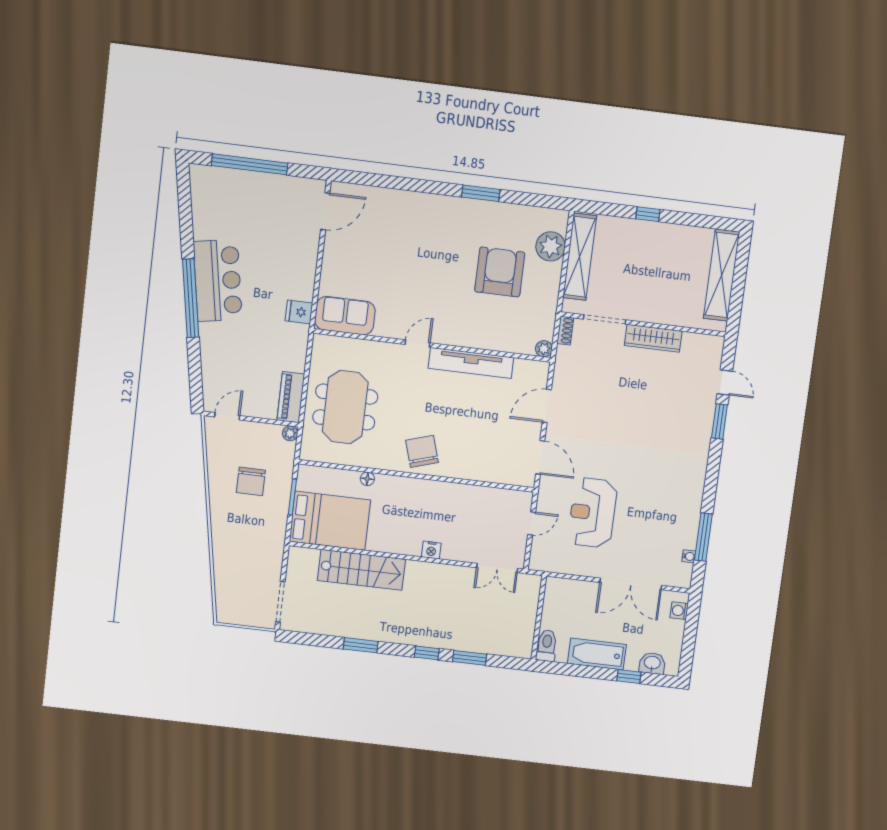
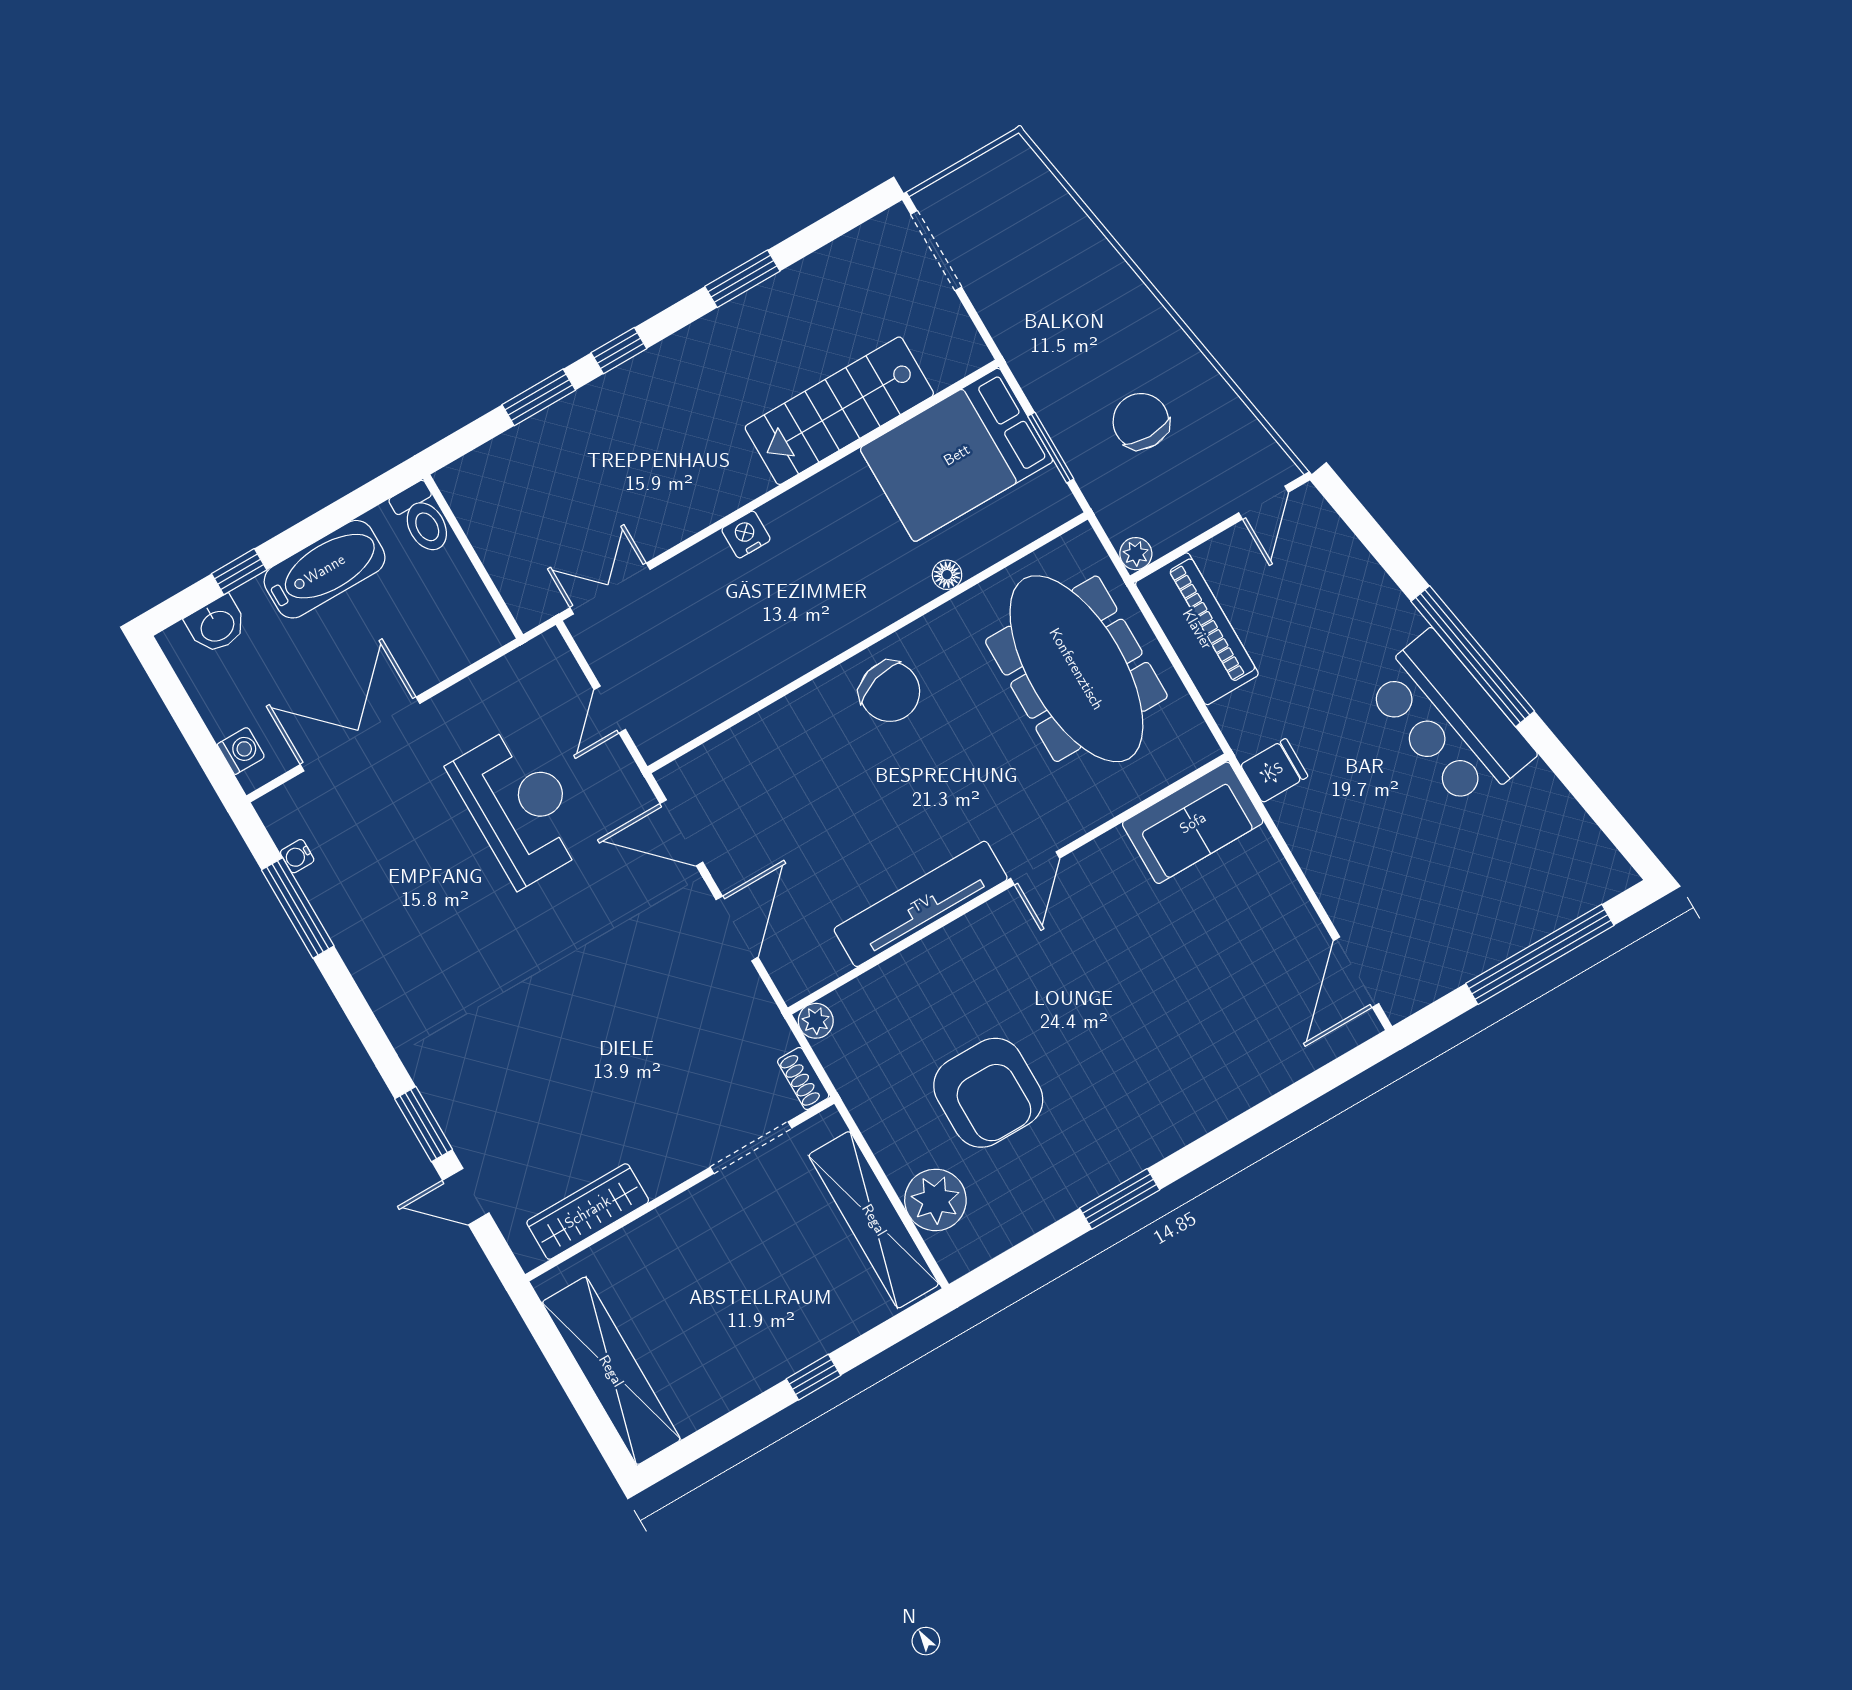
wardrobe: (653, 338) -> (588, 1212), moved
piano: (291, 397) -> (1197, 629), width x1.37, depth x1.33
meeting table: (345, 407) -> (1076, 669), width x1.36

